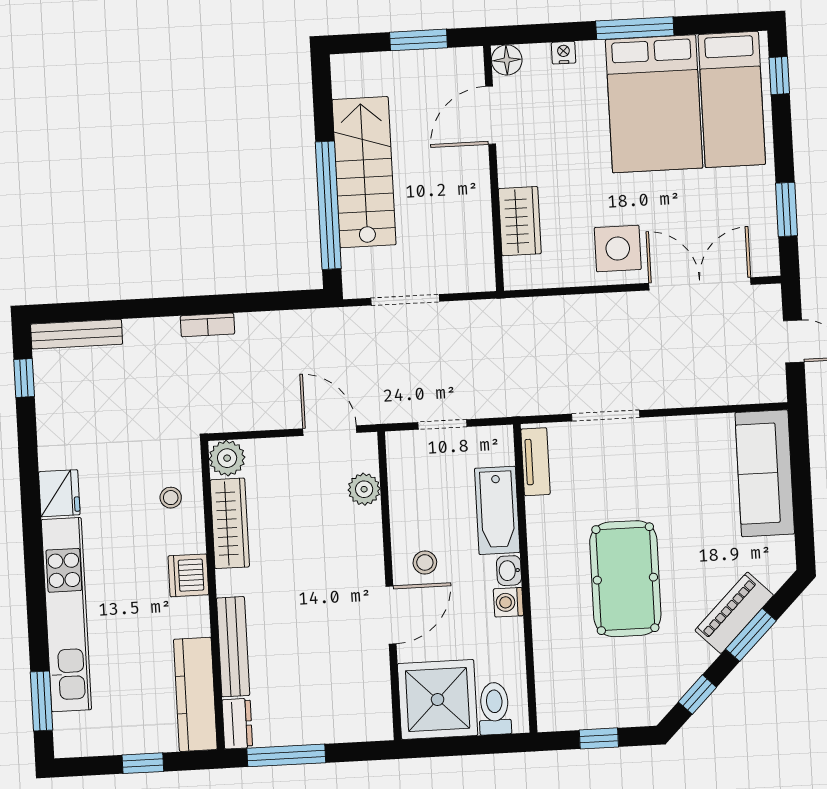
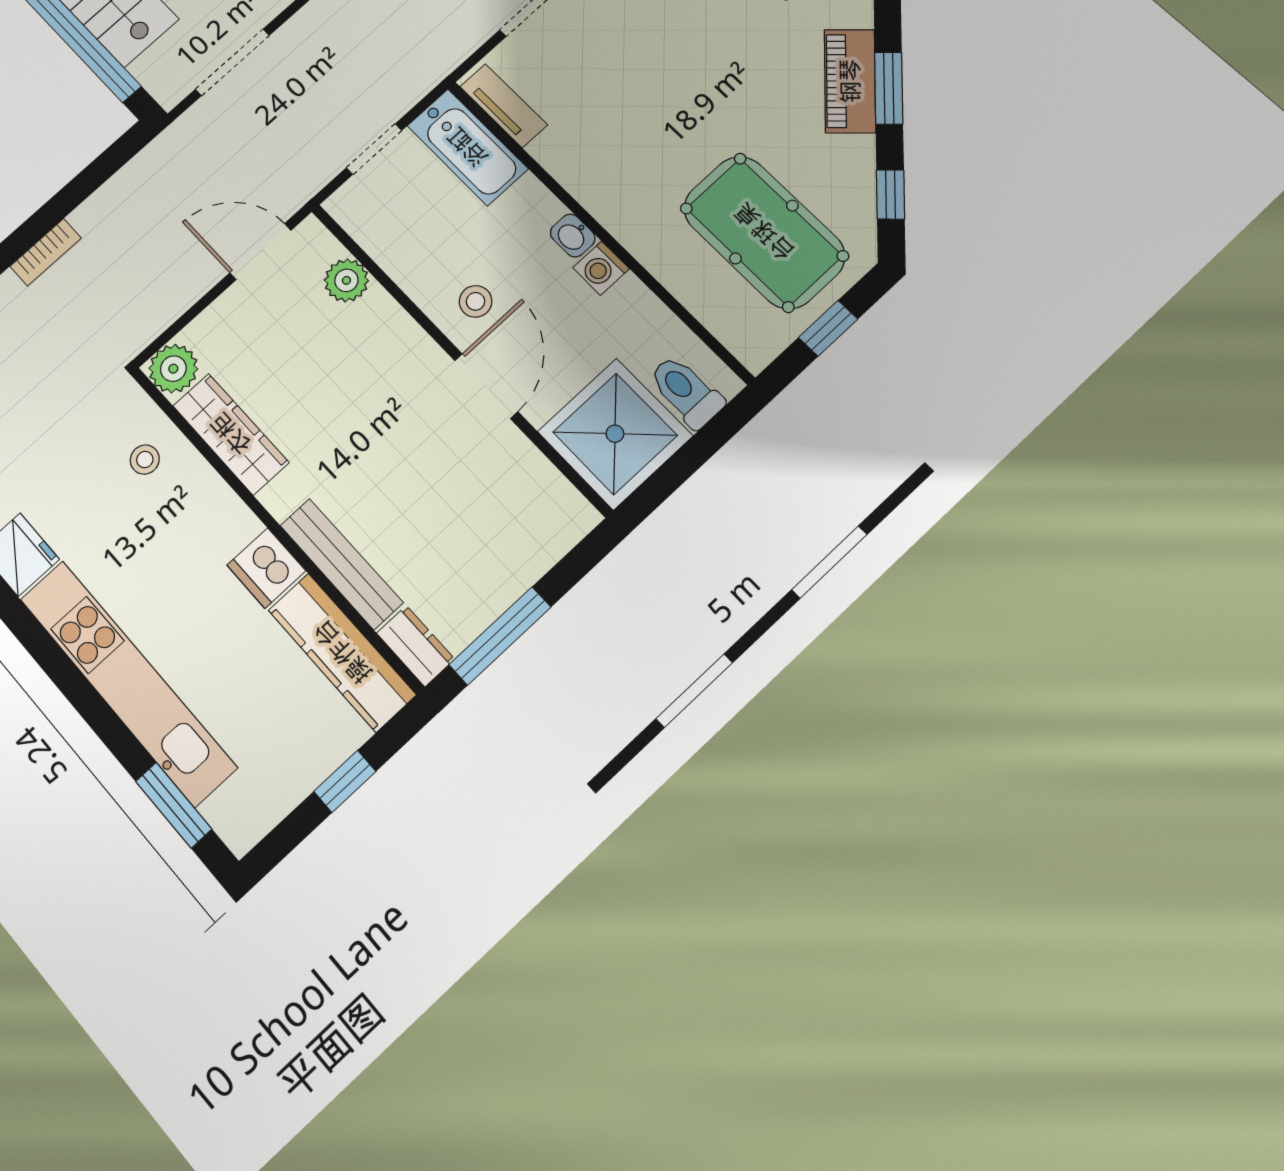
bathtub: (497, 510) -> (467, 147), moved
dishwasher: (188, 575) -> (266, 568), moved
pool table: (625, 579) -> (764, 232), moved

